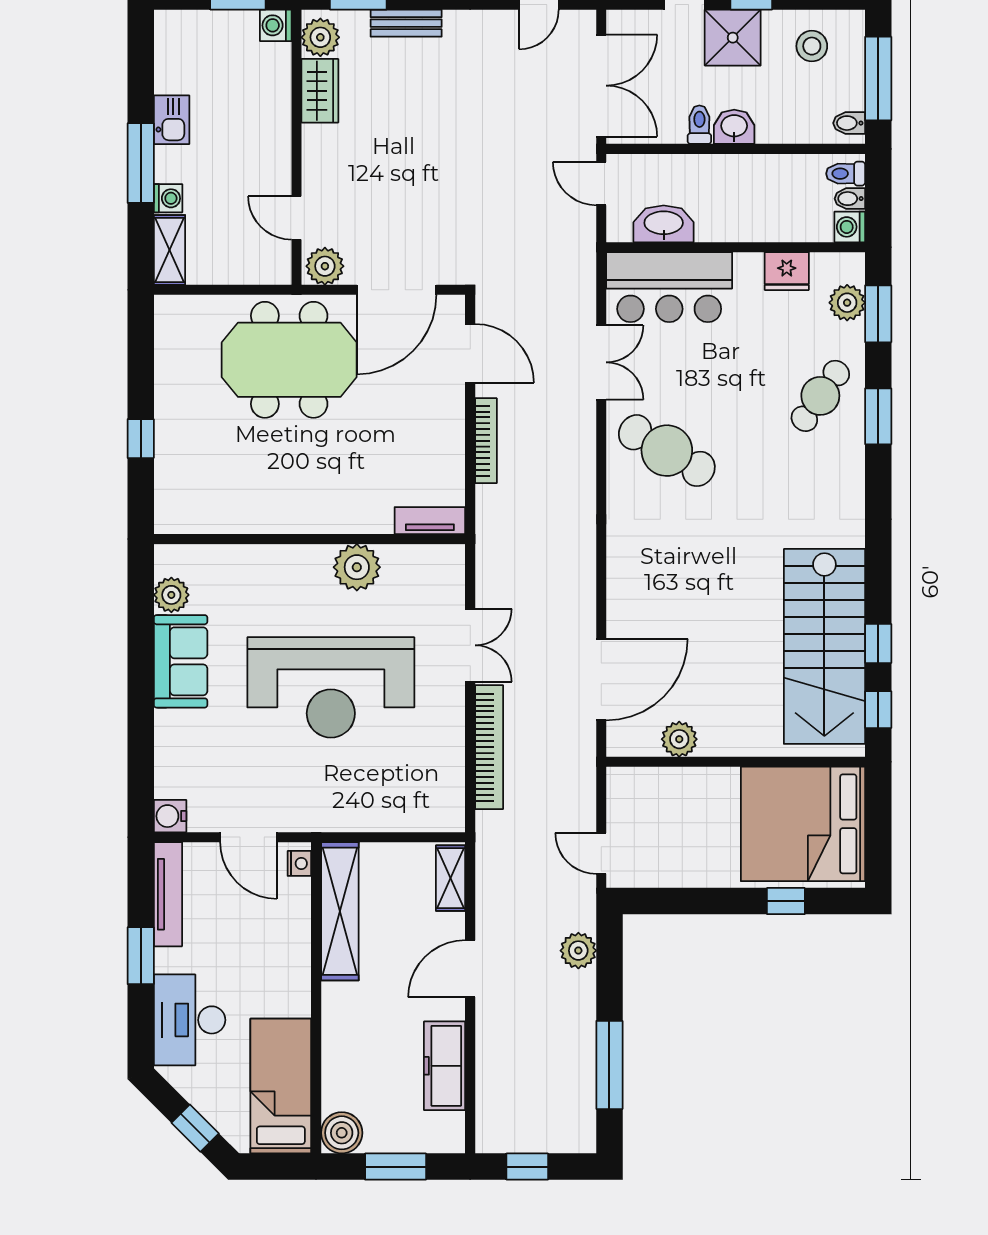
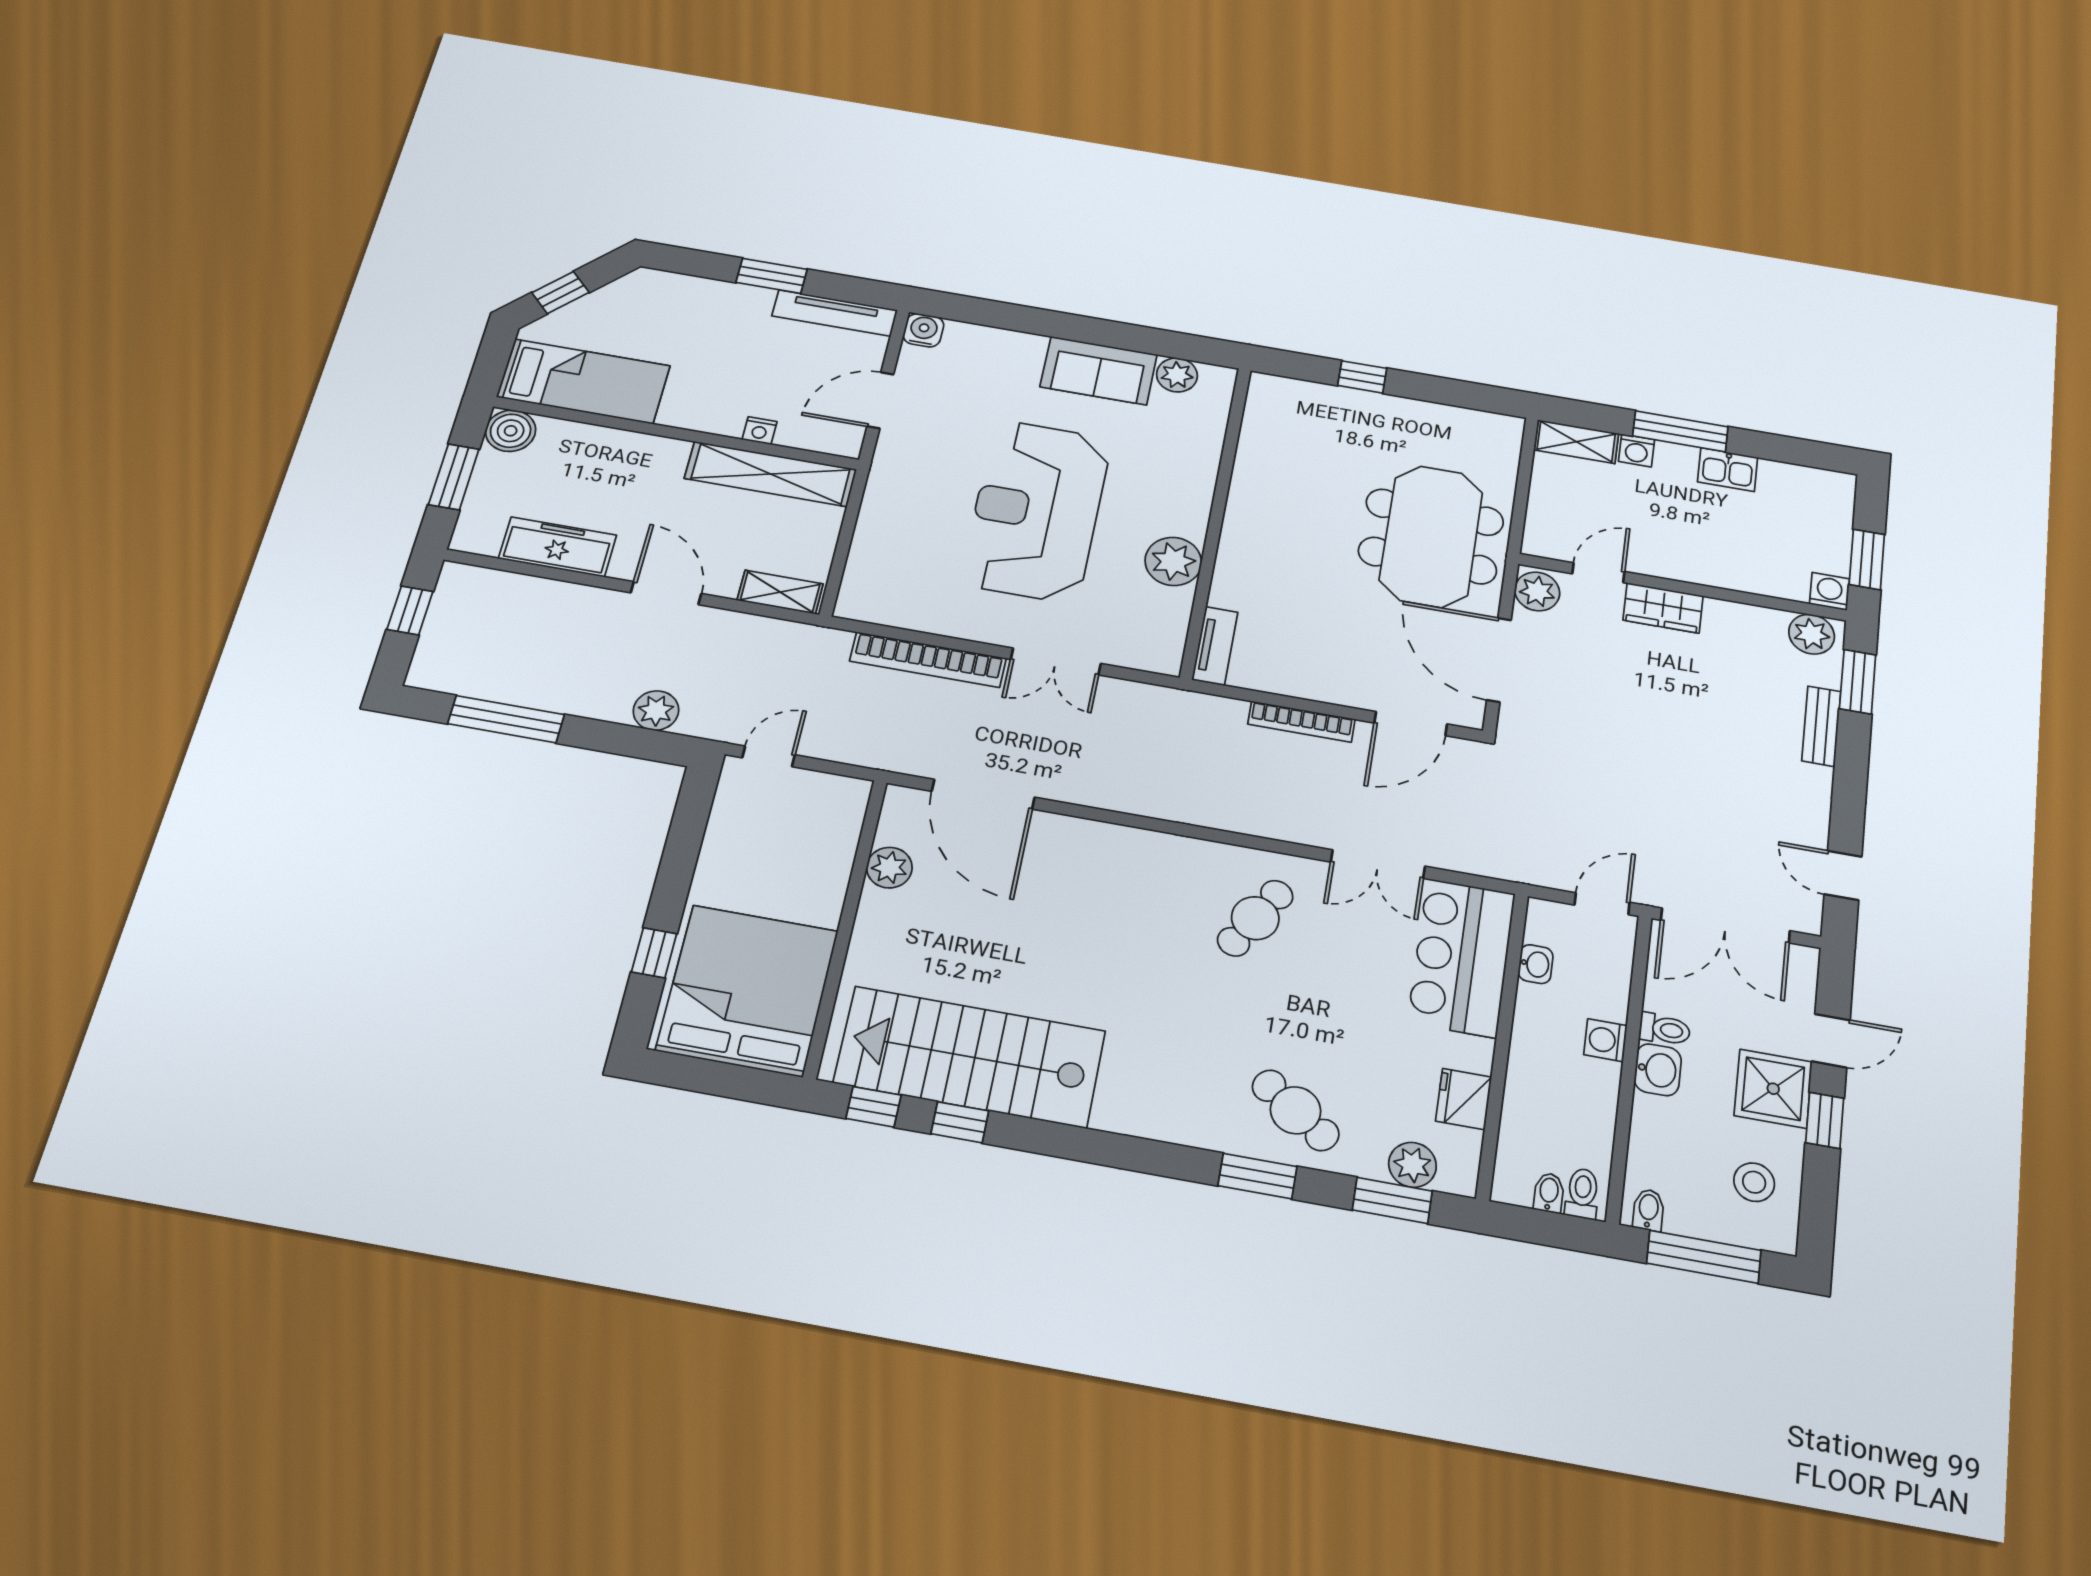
wardrobe: (320, 91) -> (1663, 608), moved
washbasin: (664, 224) -> (1536, 964), width x0.52, depth x0.69
washing machine: (850, 227) -> (1605, 1040), moved, turned -90
cafe table: (667, 451) -> (1255, 918), width x0.73, depth x0.74
nightstand: (299, 863) -> (760, 431), moved
desk: (190, 1020) -> (685, 308), removed

